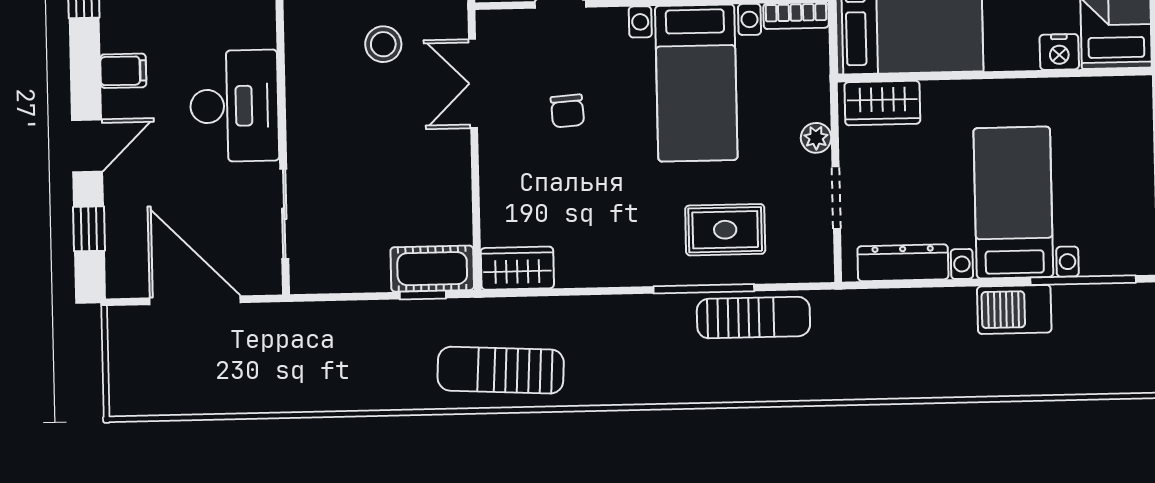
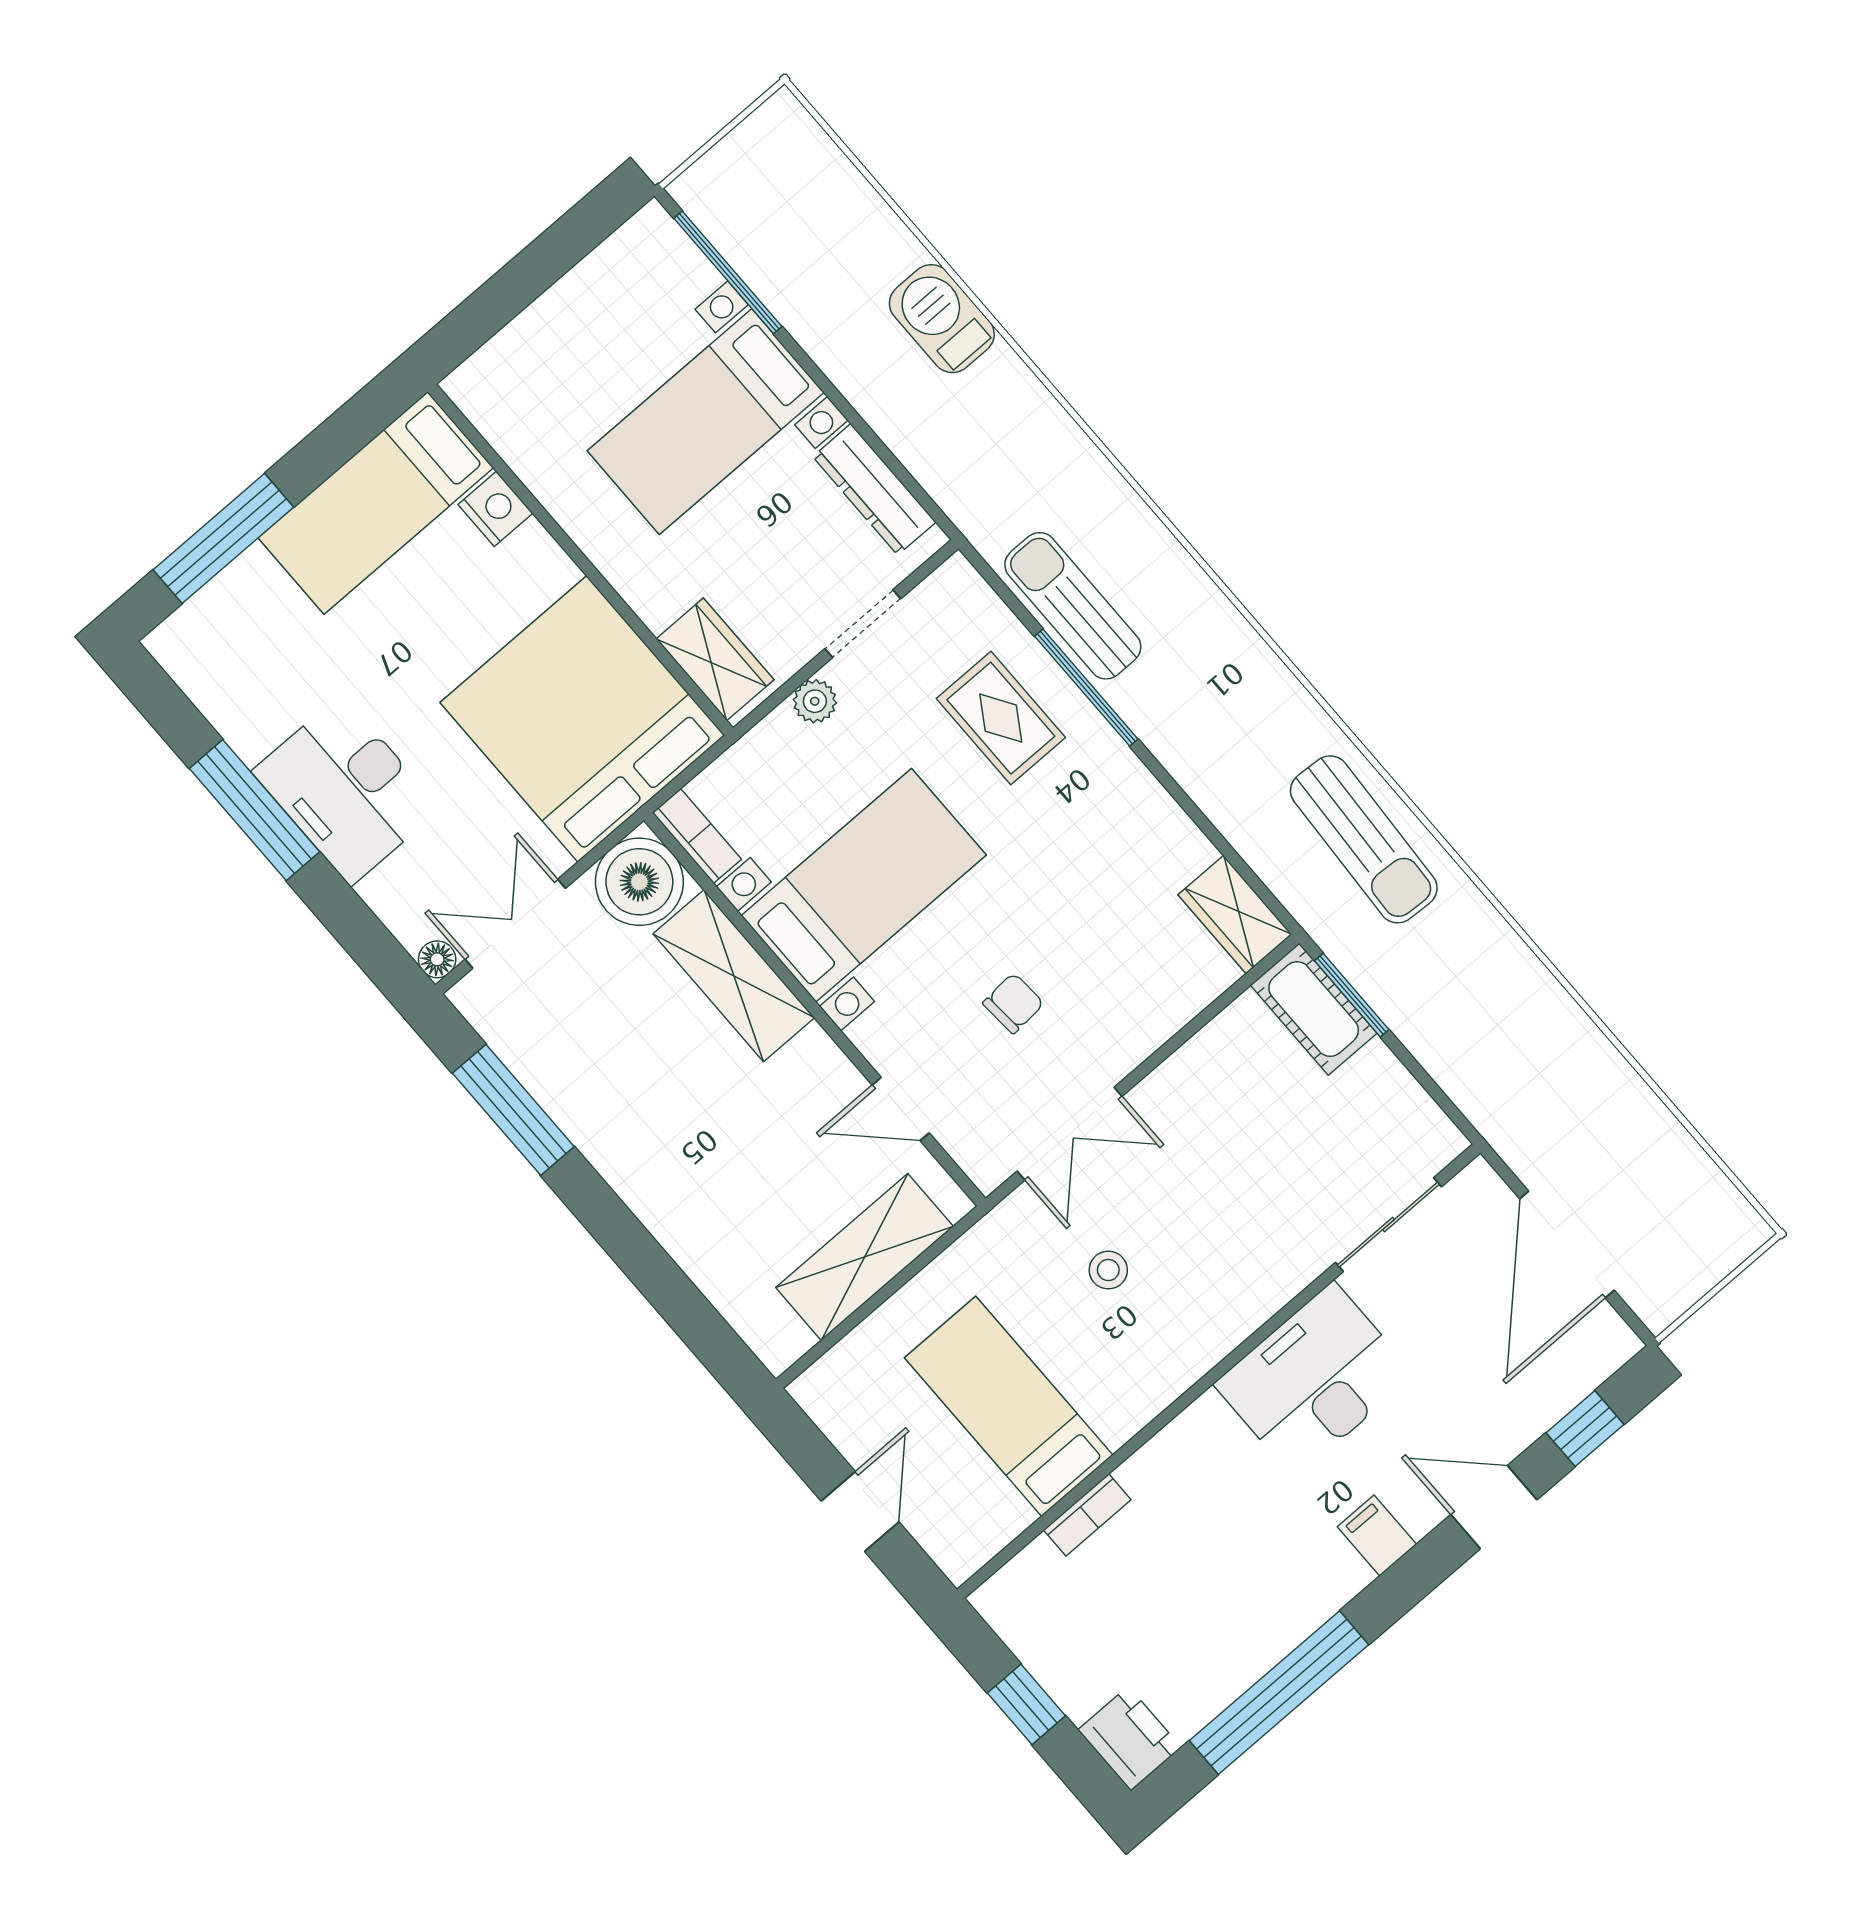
stool: (383, 44) -> (1108, 1270), width x0.73, depth x0.73
window: (423, 295) -> (1352, 995), width x1.50
barbecue: (1014, 309) -> (942, 319), moved, turned 180

